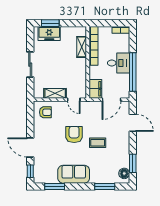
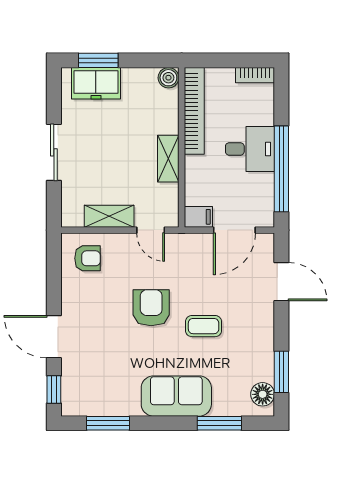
boiler: (82, 31) -> (168, 78), added
shelving: (82, 47) -> (168, 159), moved
filing cabinet: (95, 89) -> (198, 217), width x0.50
sofa: (74, 174) -> (176, 396), moved

